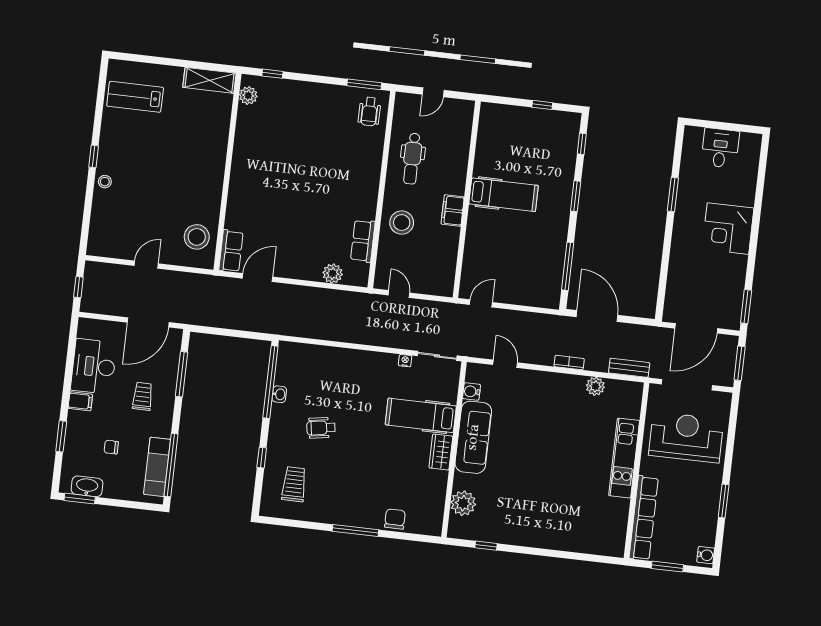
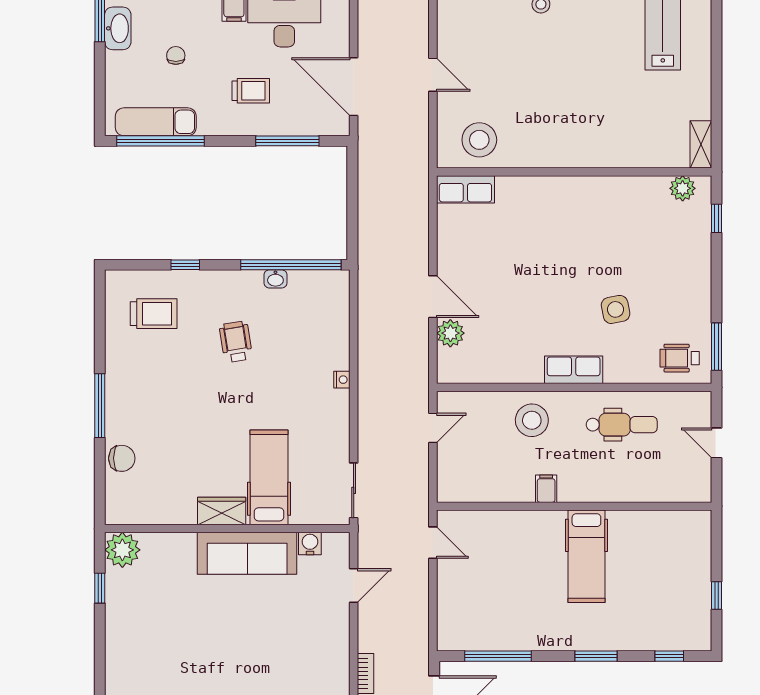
shelving: (209, 80) -> (701, 144), width x0.67, depth x0.75
side table: (329, 153) -> (616, 309), added
dental chair: (412, 159) -> (622, 425), turned 180
filing cabinet: (453, 211) -> (546, 489), width x0.50
row of seats: (363, 241) -> (574, 370), moved
door: (258, 278) -> (433, 297), moved
nightstand: (405, 361) -> (342, 380), moved
plant: (463, 503) -> (122, 550), moved

